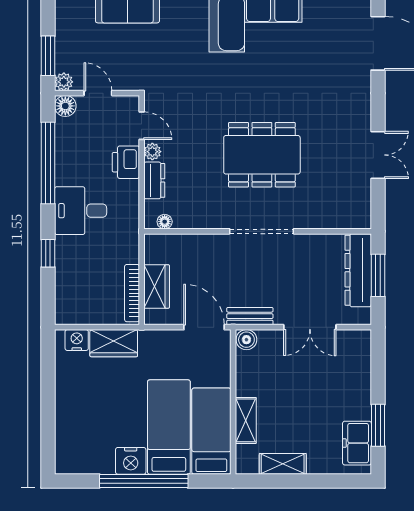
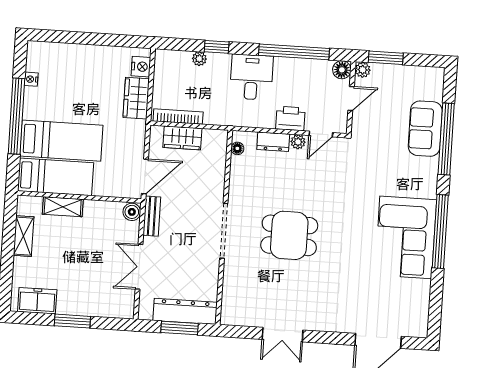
dining table: (262, 155) -> (289, 235), width x0.73
plant: (63, 273) -> (199, 59), added
window: (378, 425) -> (72, 321), moved
nightstand: (131, 461) -> (31, 79), moved, width x0.53, depth x0.56

